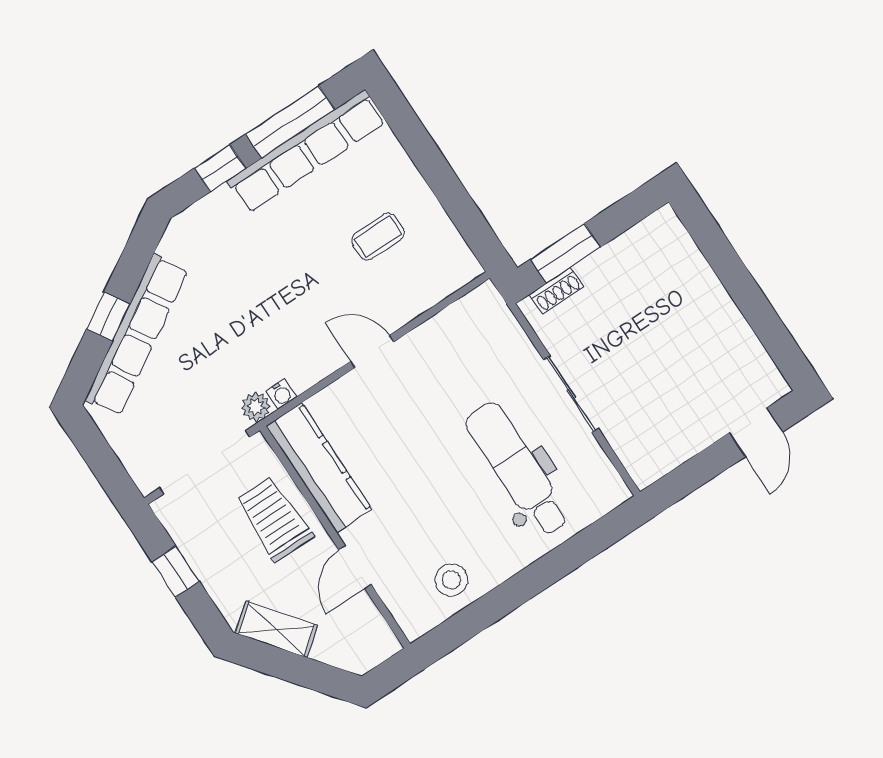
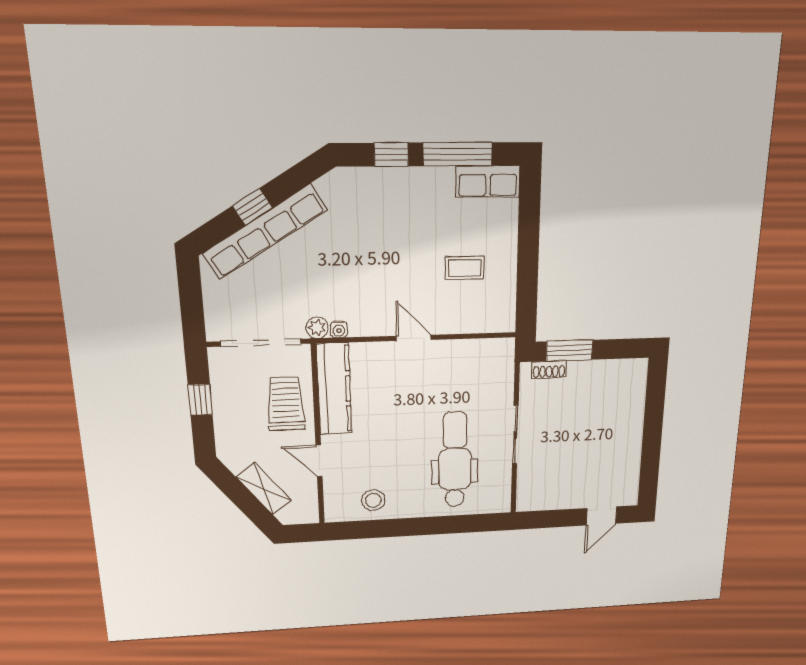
row of seats: (307, 151) -> (488, 181), width x0.50
door: (355, 567) -> (319, 461), hinge flipped
shelving: (276, 629) -> (264, 489), moved

